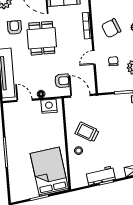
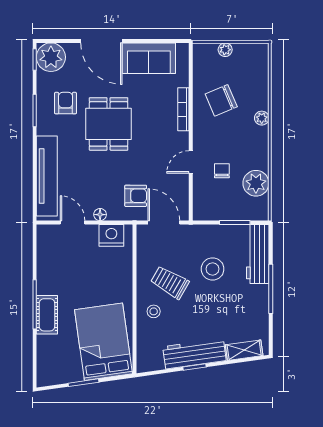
chair: (111, 28) -> (221, 100), moved
stool: (112, 122) -> (213, 269), added
cot: (14, 158) -> (47, 315), added
workbench: (101, 176) -> (194, 354), width x1.38

